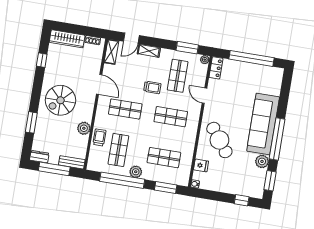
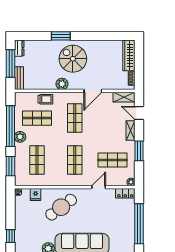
window: (187, 48) -> (139, 151), moved
window: (42, 60) -> (106, 36), removed
trolley: (152, 87) -> (98, 139), removed
window: (31, 122) -> (61, 36), moved
plant: (84, 128) -> (62, 84), moved

